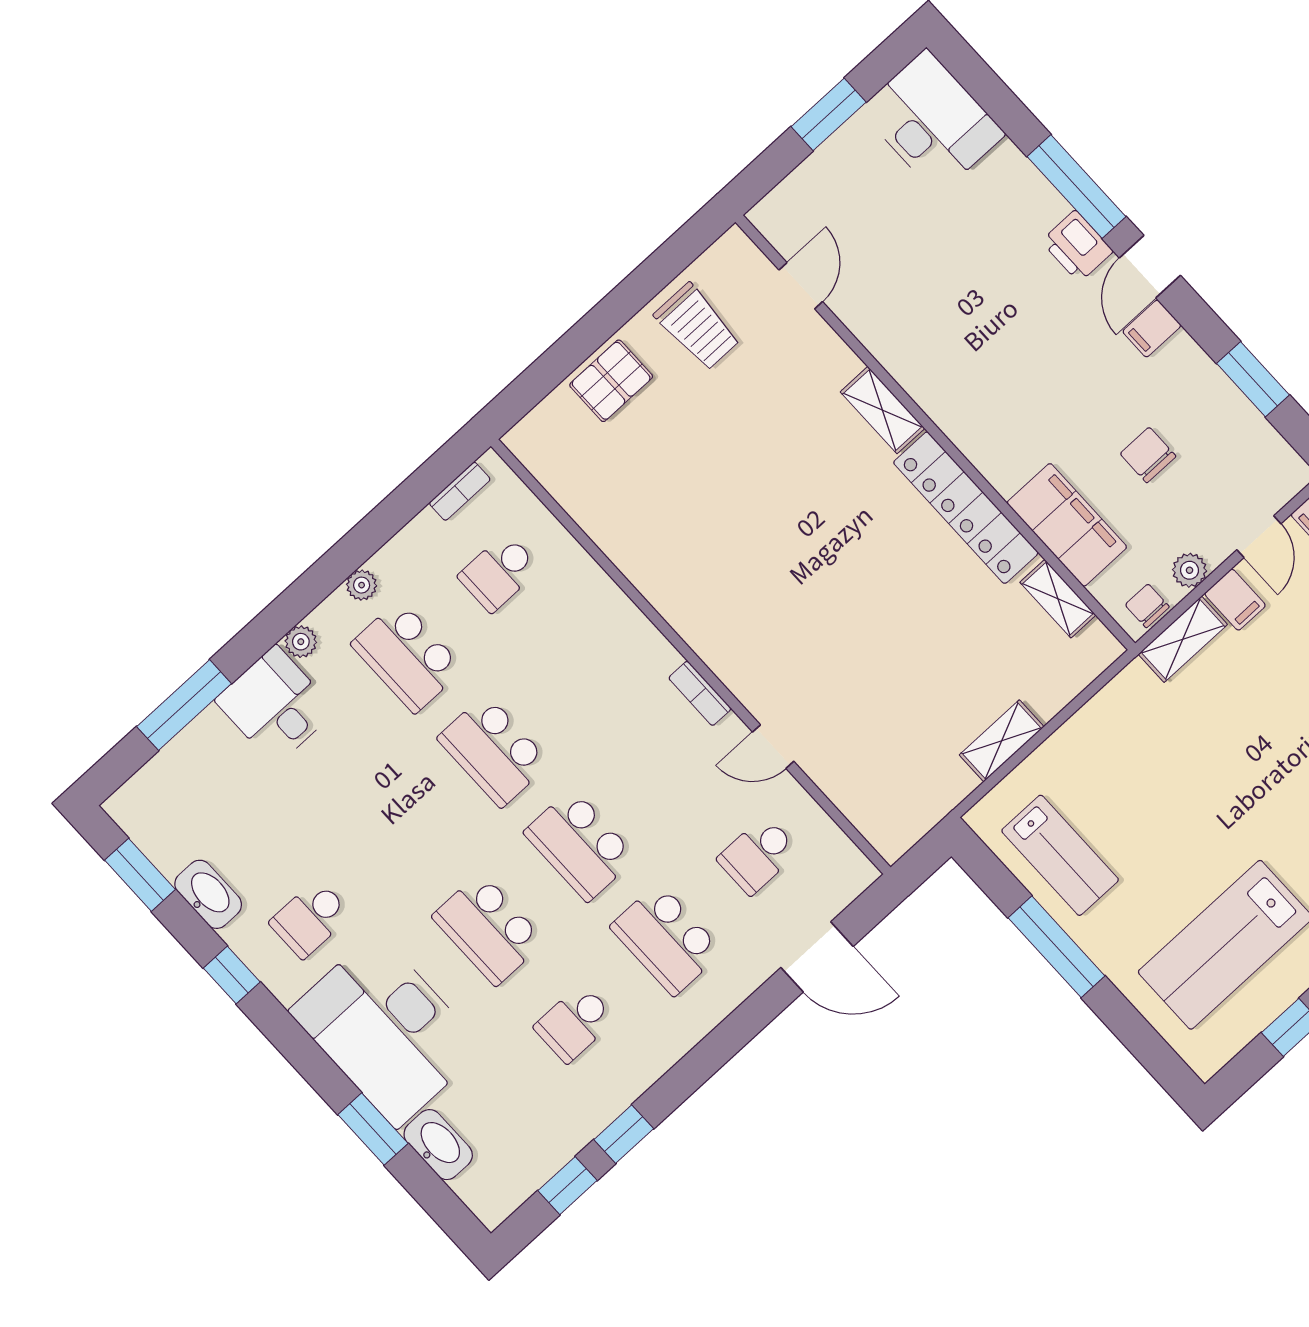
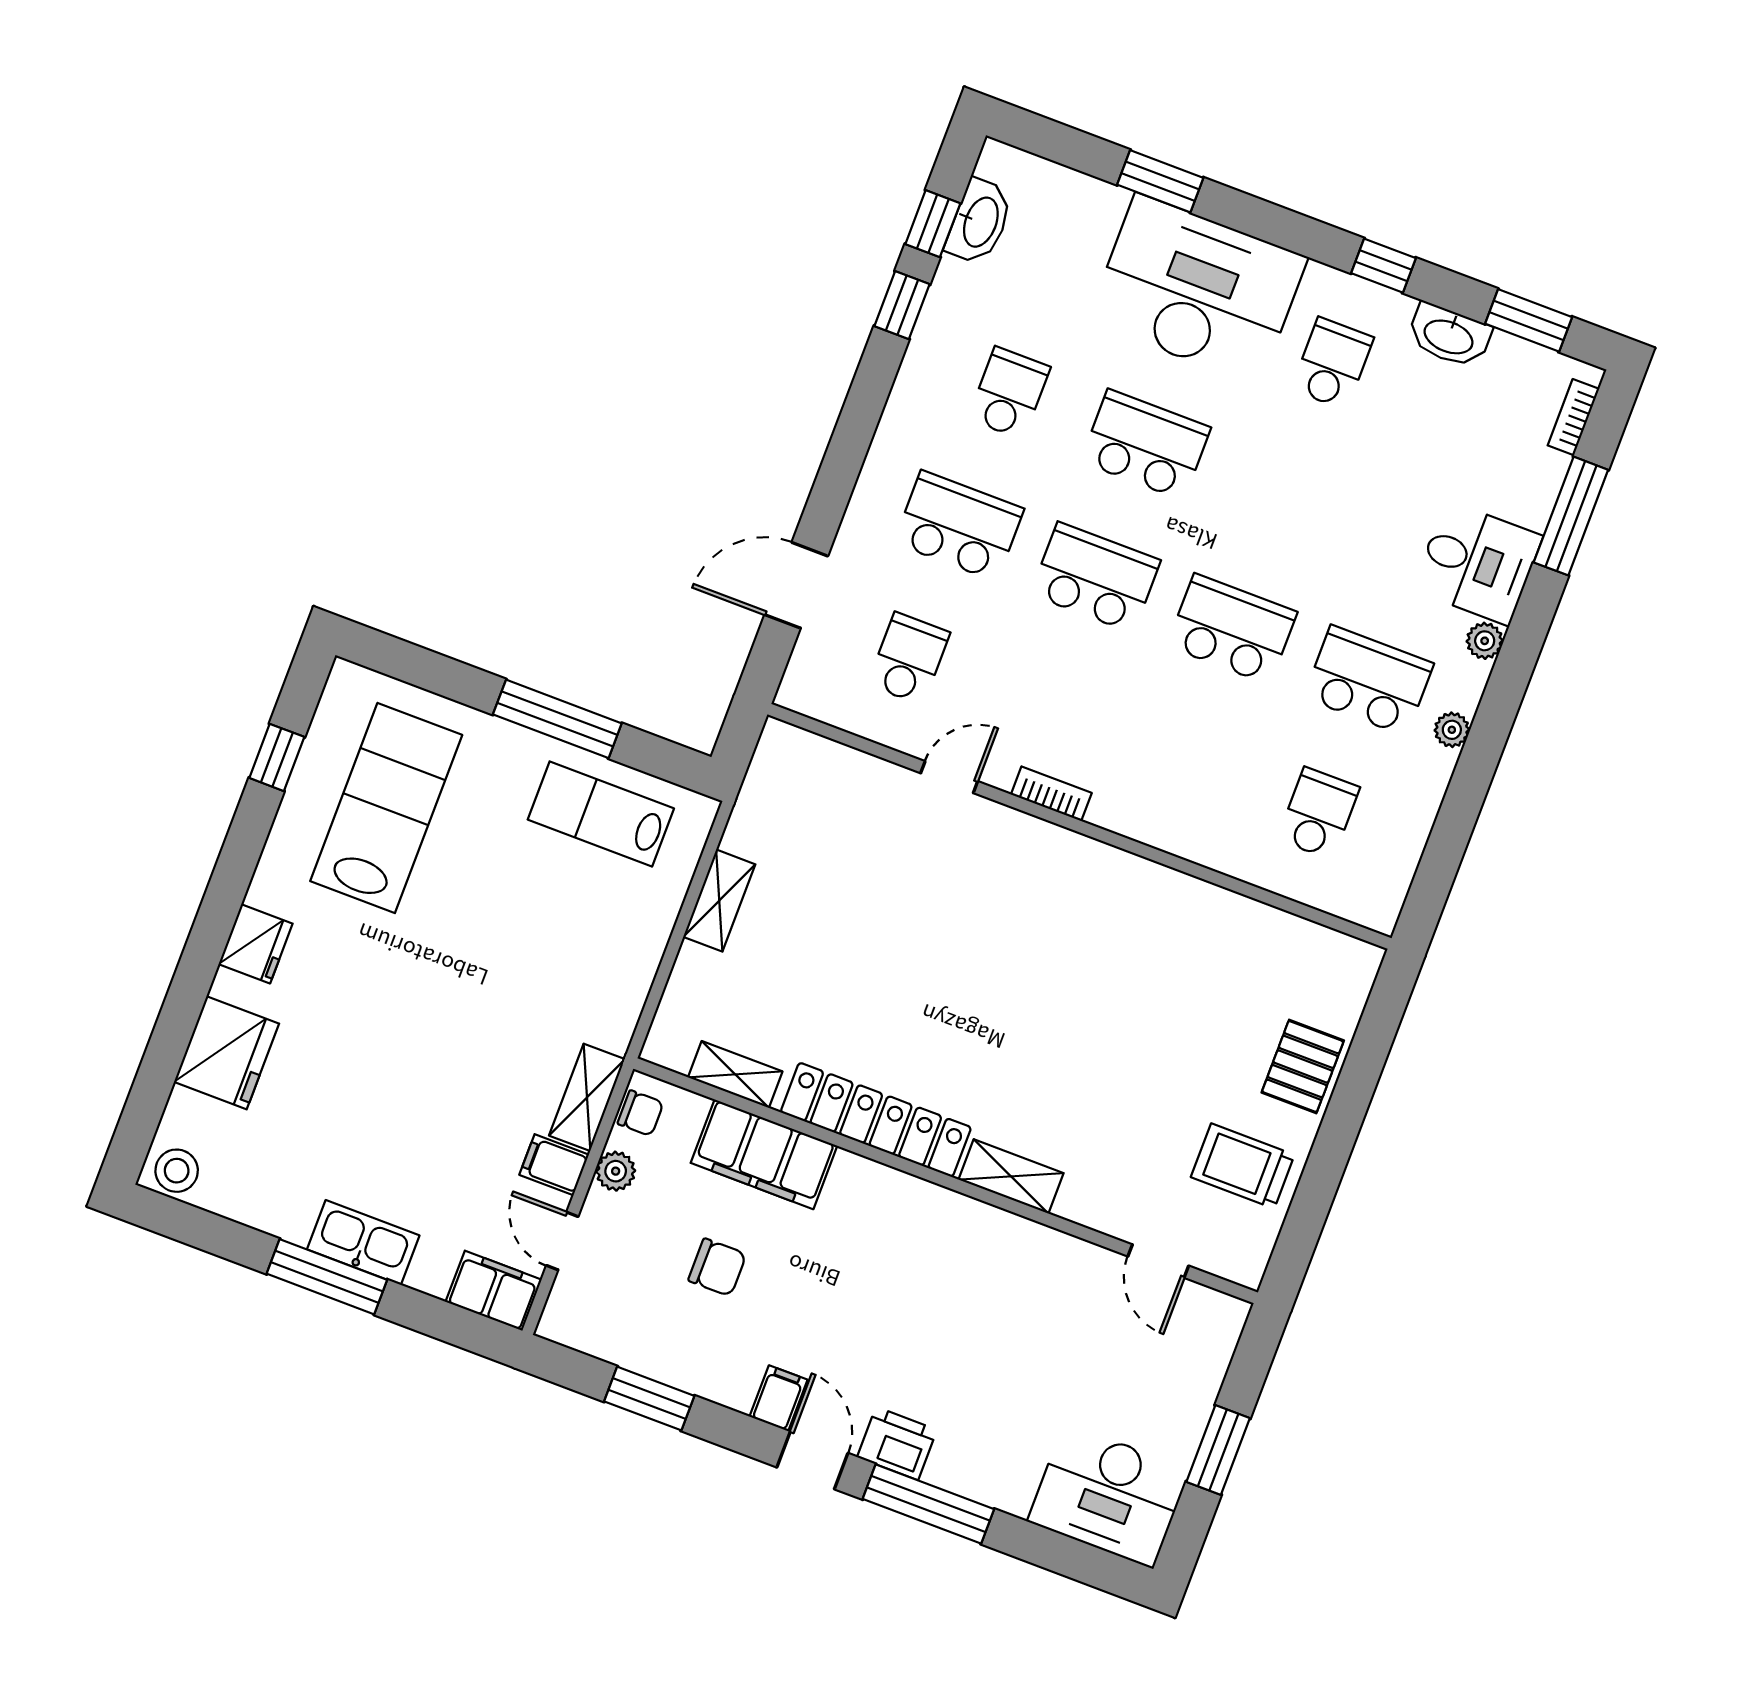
bookcase: (460, 491) -> (1573, 417), moved
washbasin: (438, 1145) -> (979, 222), moved, turned -90

